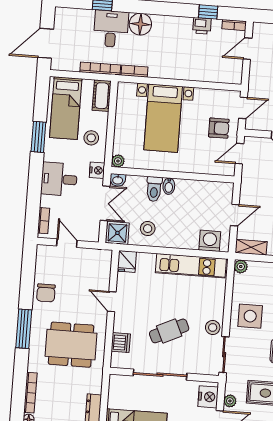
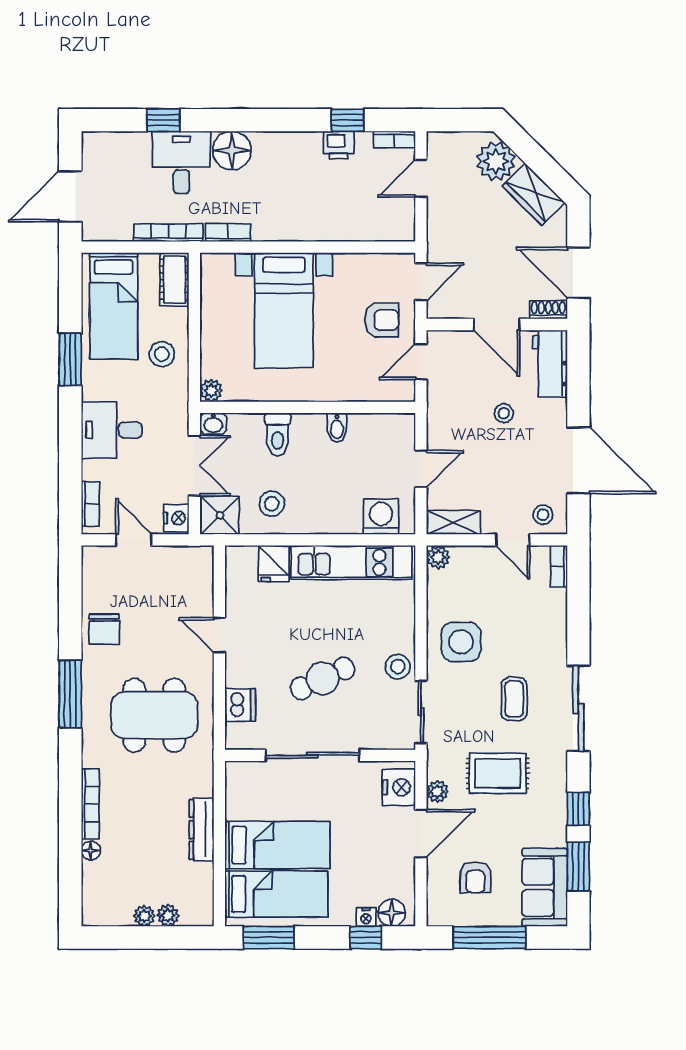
nightstand: (97, 170) -> (176, 518), moved
bidet: (169, 186) -> (337, 427), moved
fridge: (127, 261) -> (274, 564), moved

